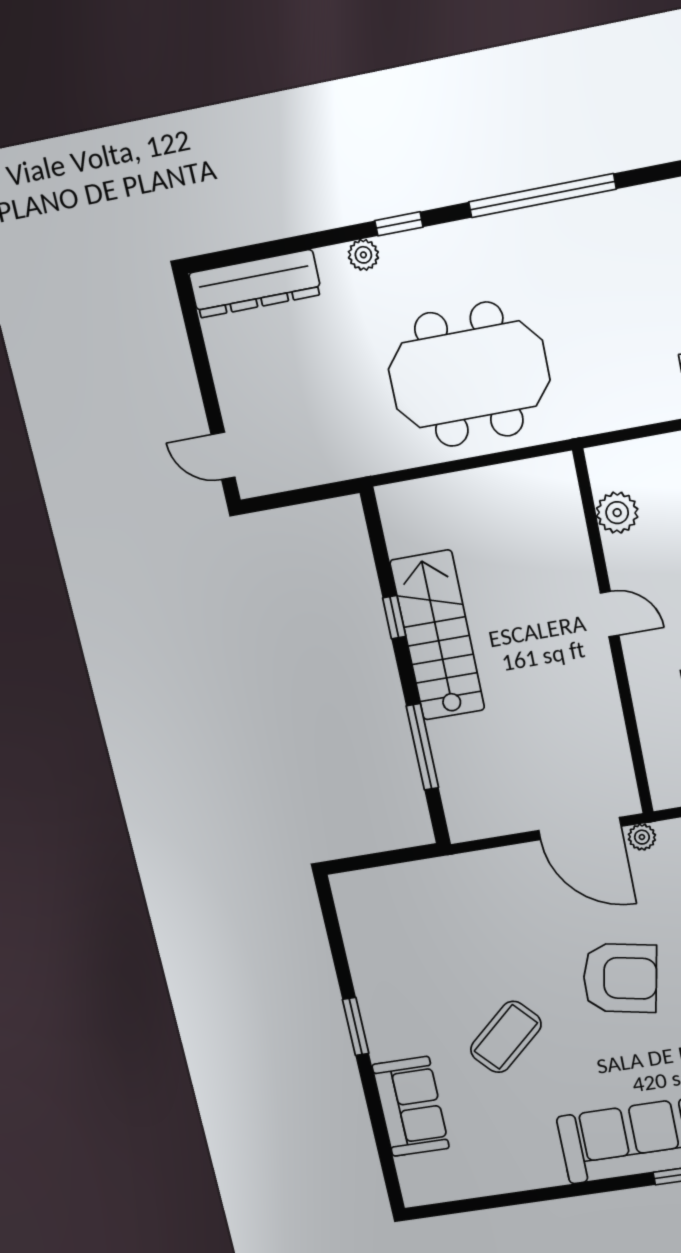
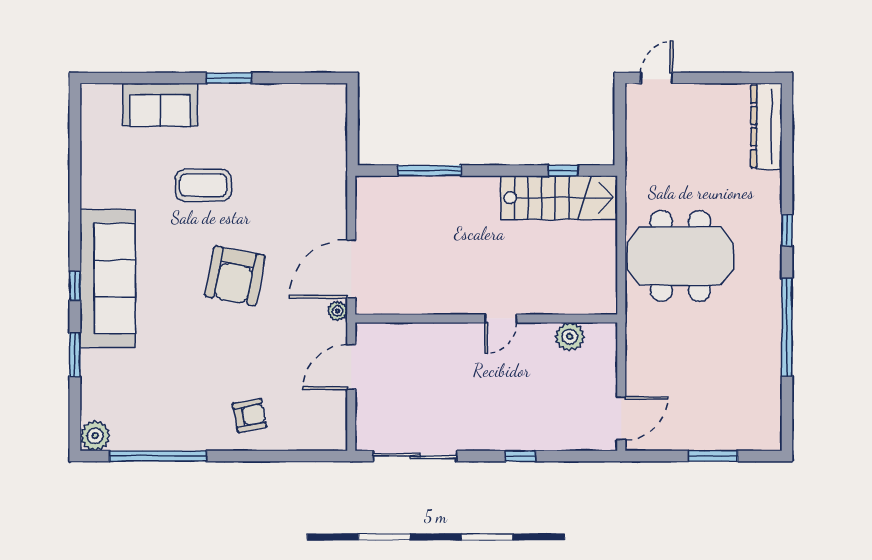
plant: (363, 255) -> (772, 202), removed
meeting table: (469, 375) -> (680, 256), turned 90
window: (394, 617) -> (563, 171), moved
stairs: (437, 635) -> (559, 198), moved
coffee table: (506, 1037) -> (203, 185), turned -48

